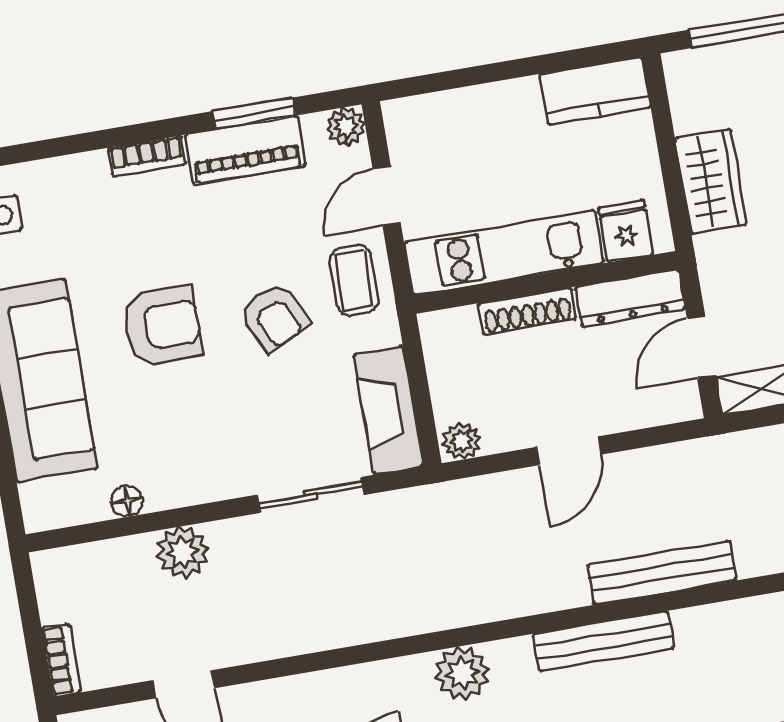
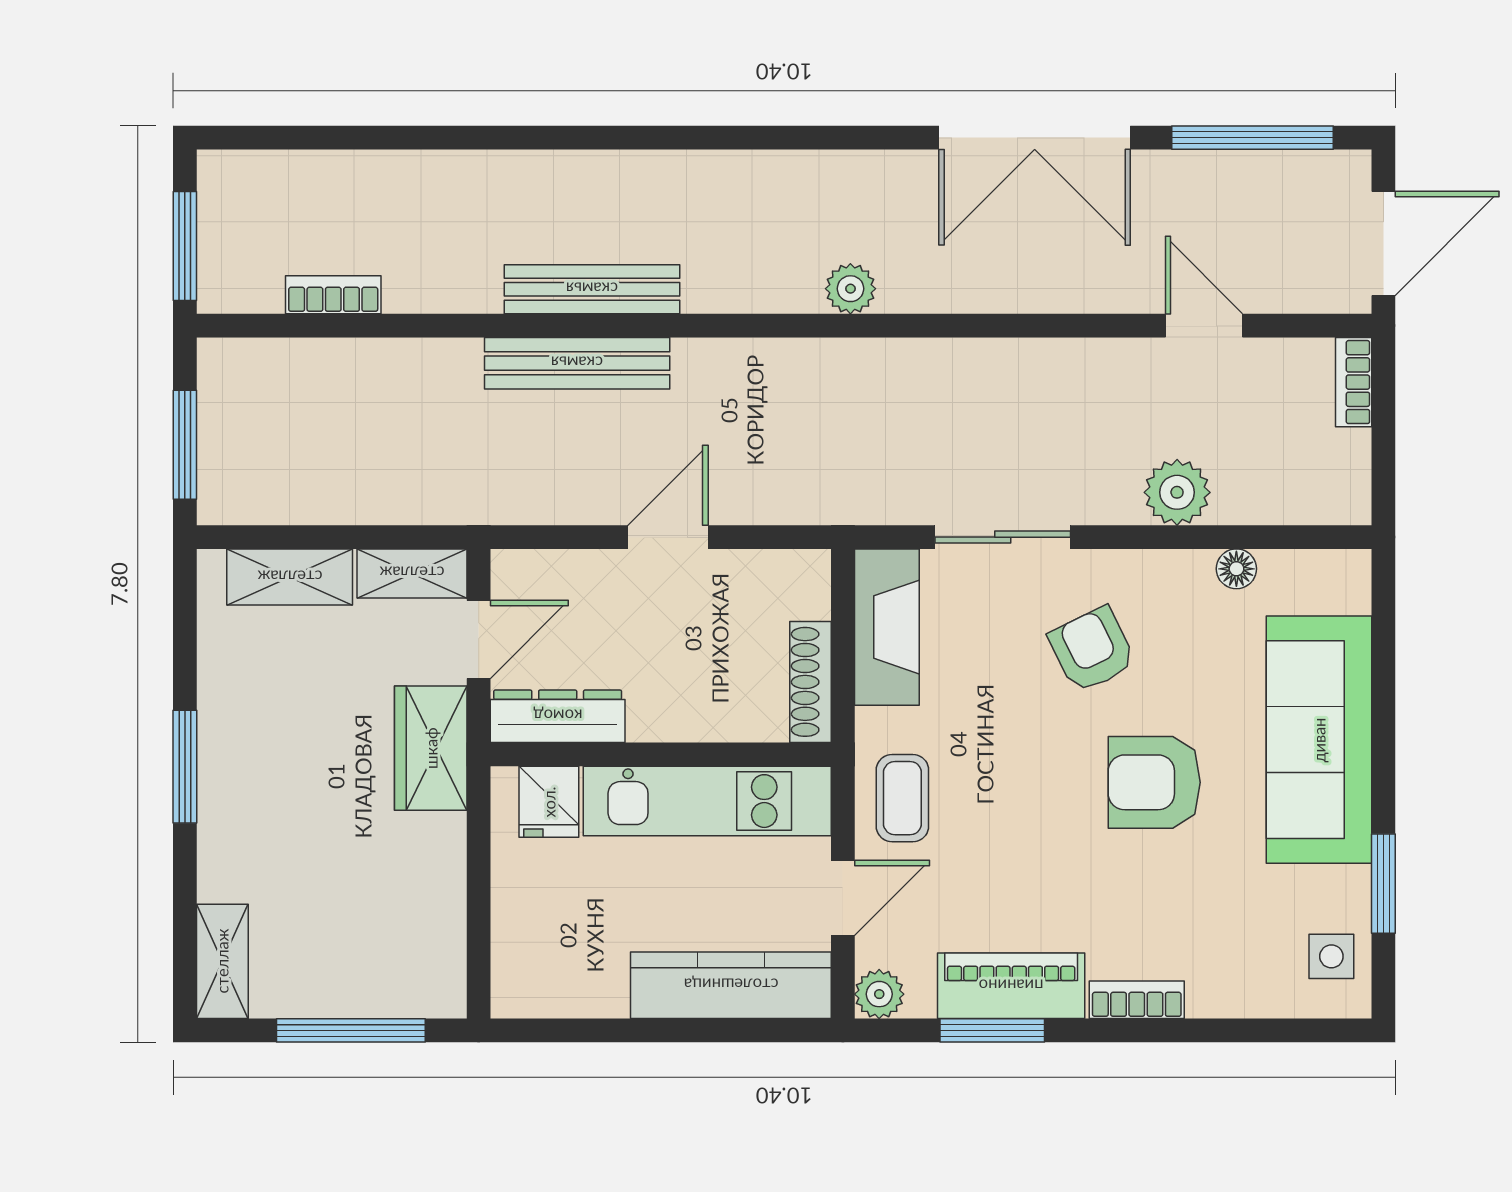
kitchen counter: (595, 91) -> (731, 985), moved, width x1.50
wardrobe: (711, 181) -> (431, 748), moved
shoe rack: (527, 311) -> (810, 682), moved, turned -90
armchair: (275, 317) -> (1092, 650), moved
plant: (462, 441) -> (801, 572), removed
bench: (604, 641) -> (592, 289), moved
plant: (462, 673) -> (850, 289), width x0.73, depth x0.73

